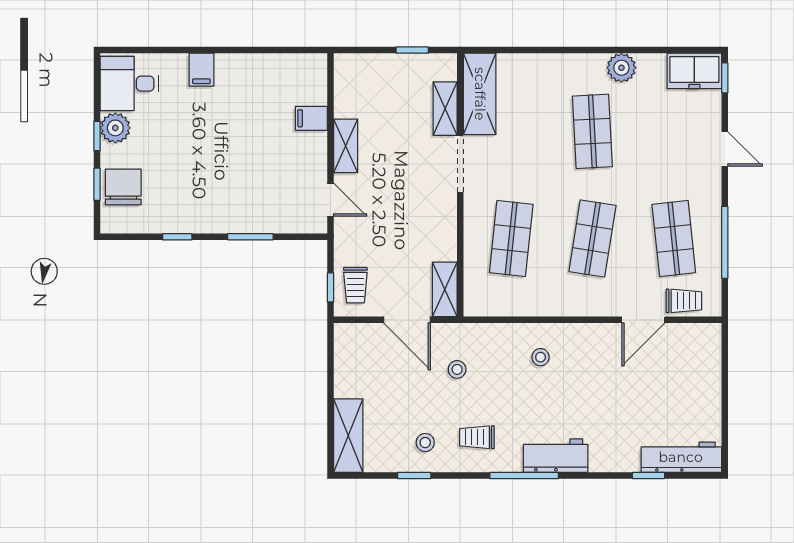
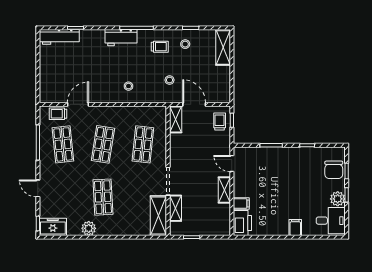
printer: (309, 79) -> (242, 223), added

